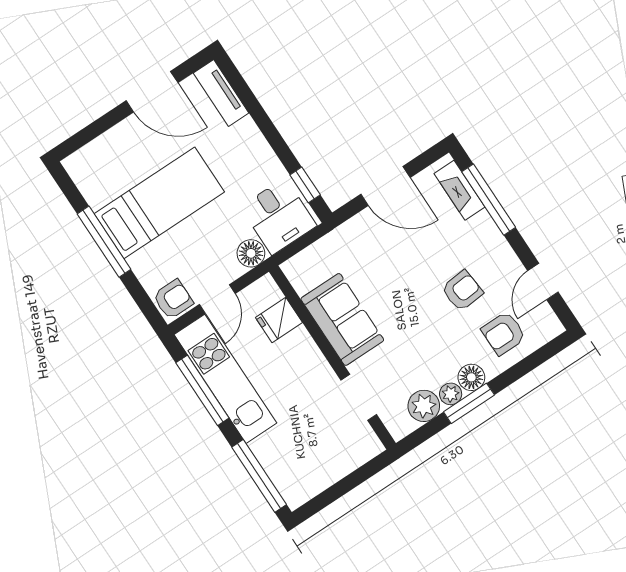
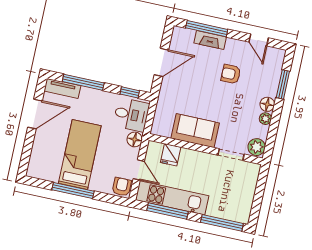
window: (257, 112) -> (83, 82), added
fireplace: (459, 190) -> (210, 40), moved
armchair: (462, 291) -> (231, 74), turned -85
armchair: (504, 333) -> (263, 75), removed
window: (469, 403) -> (283, 84), moved
plant: (424, 406) -> (257, 147), moved

